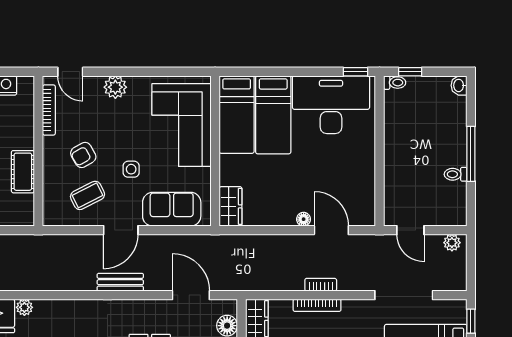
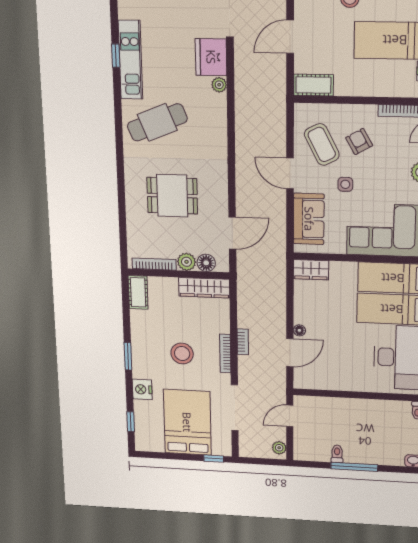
cot: (23, 172) -> (313, 85), moved
coffee table: (88, 195) -> (322, 144), width x1.36, depth x1.30
bench: (120, 282) -> (243, 172), removed
bookcase: (317, 305) -> (225, 353), moved

